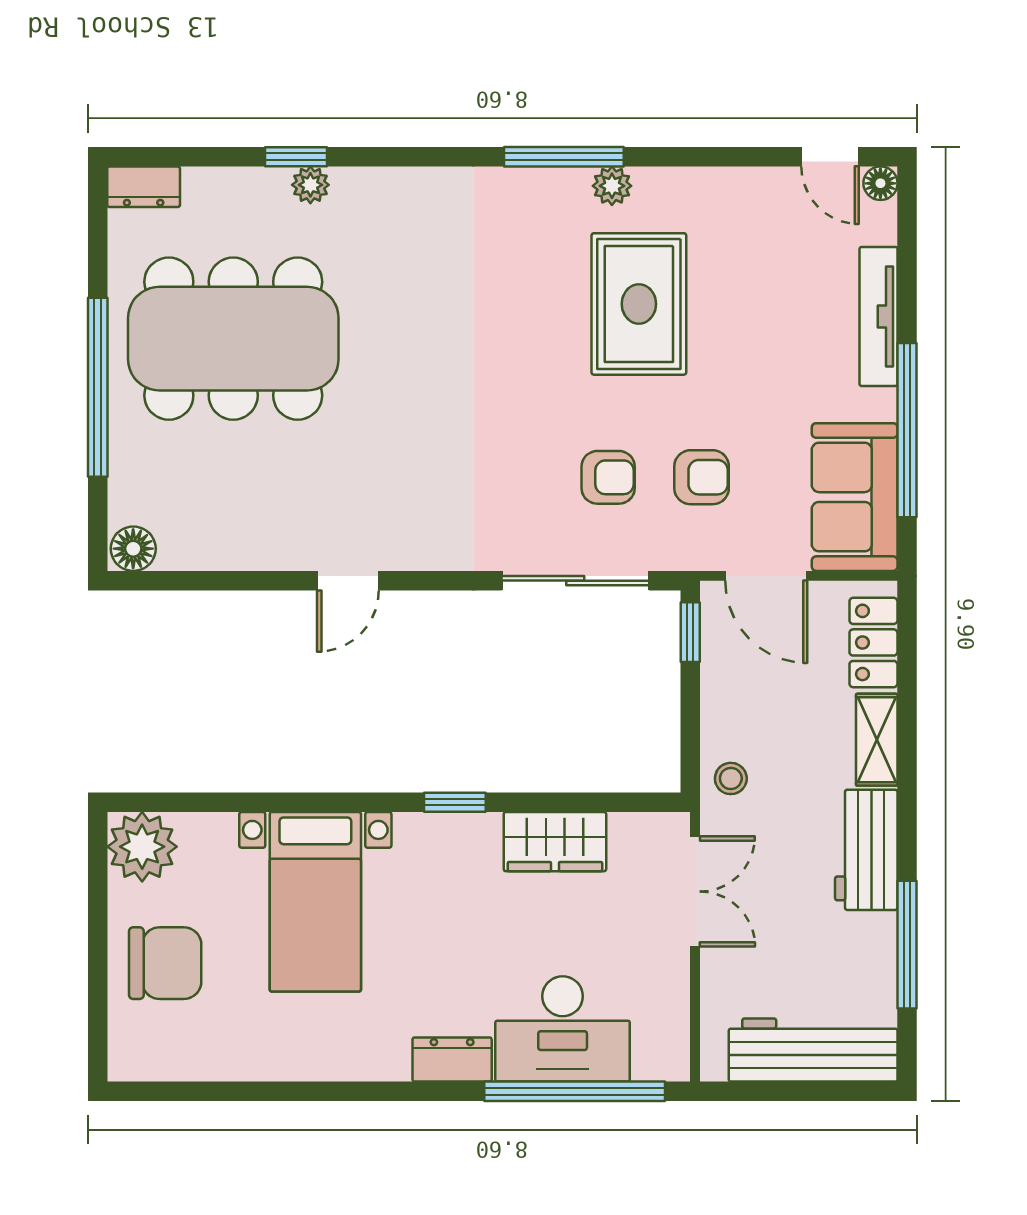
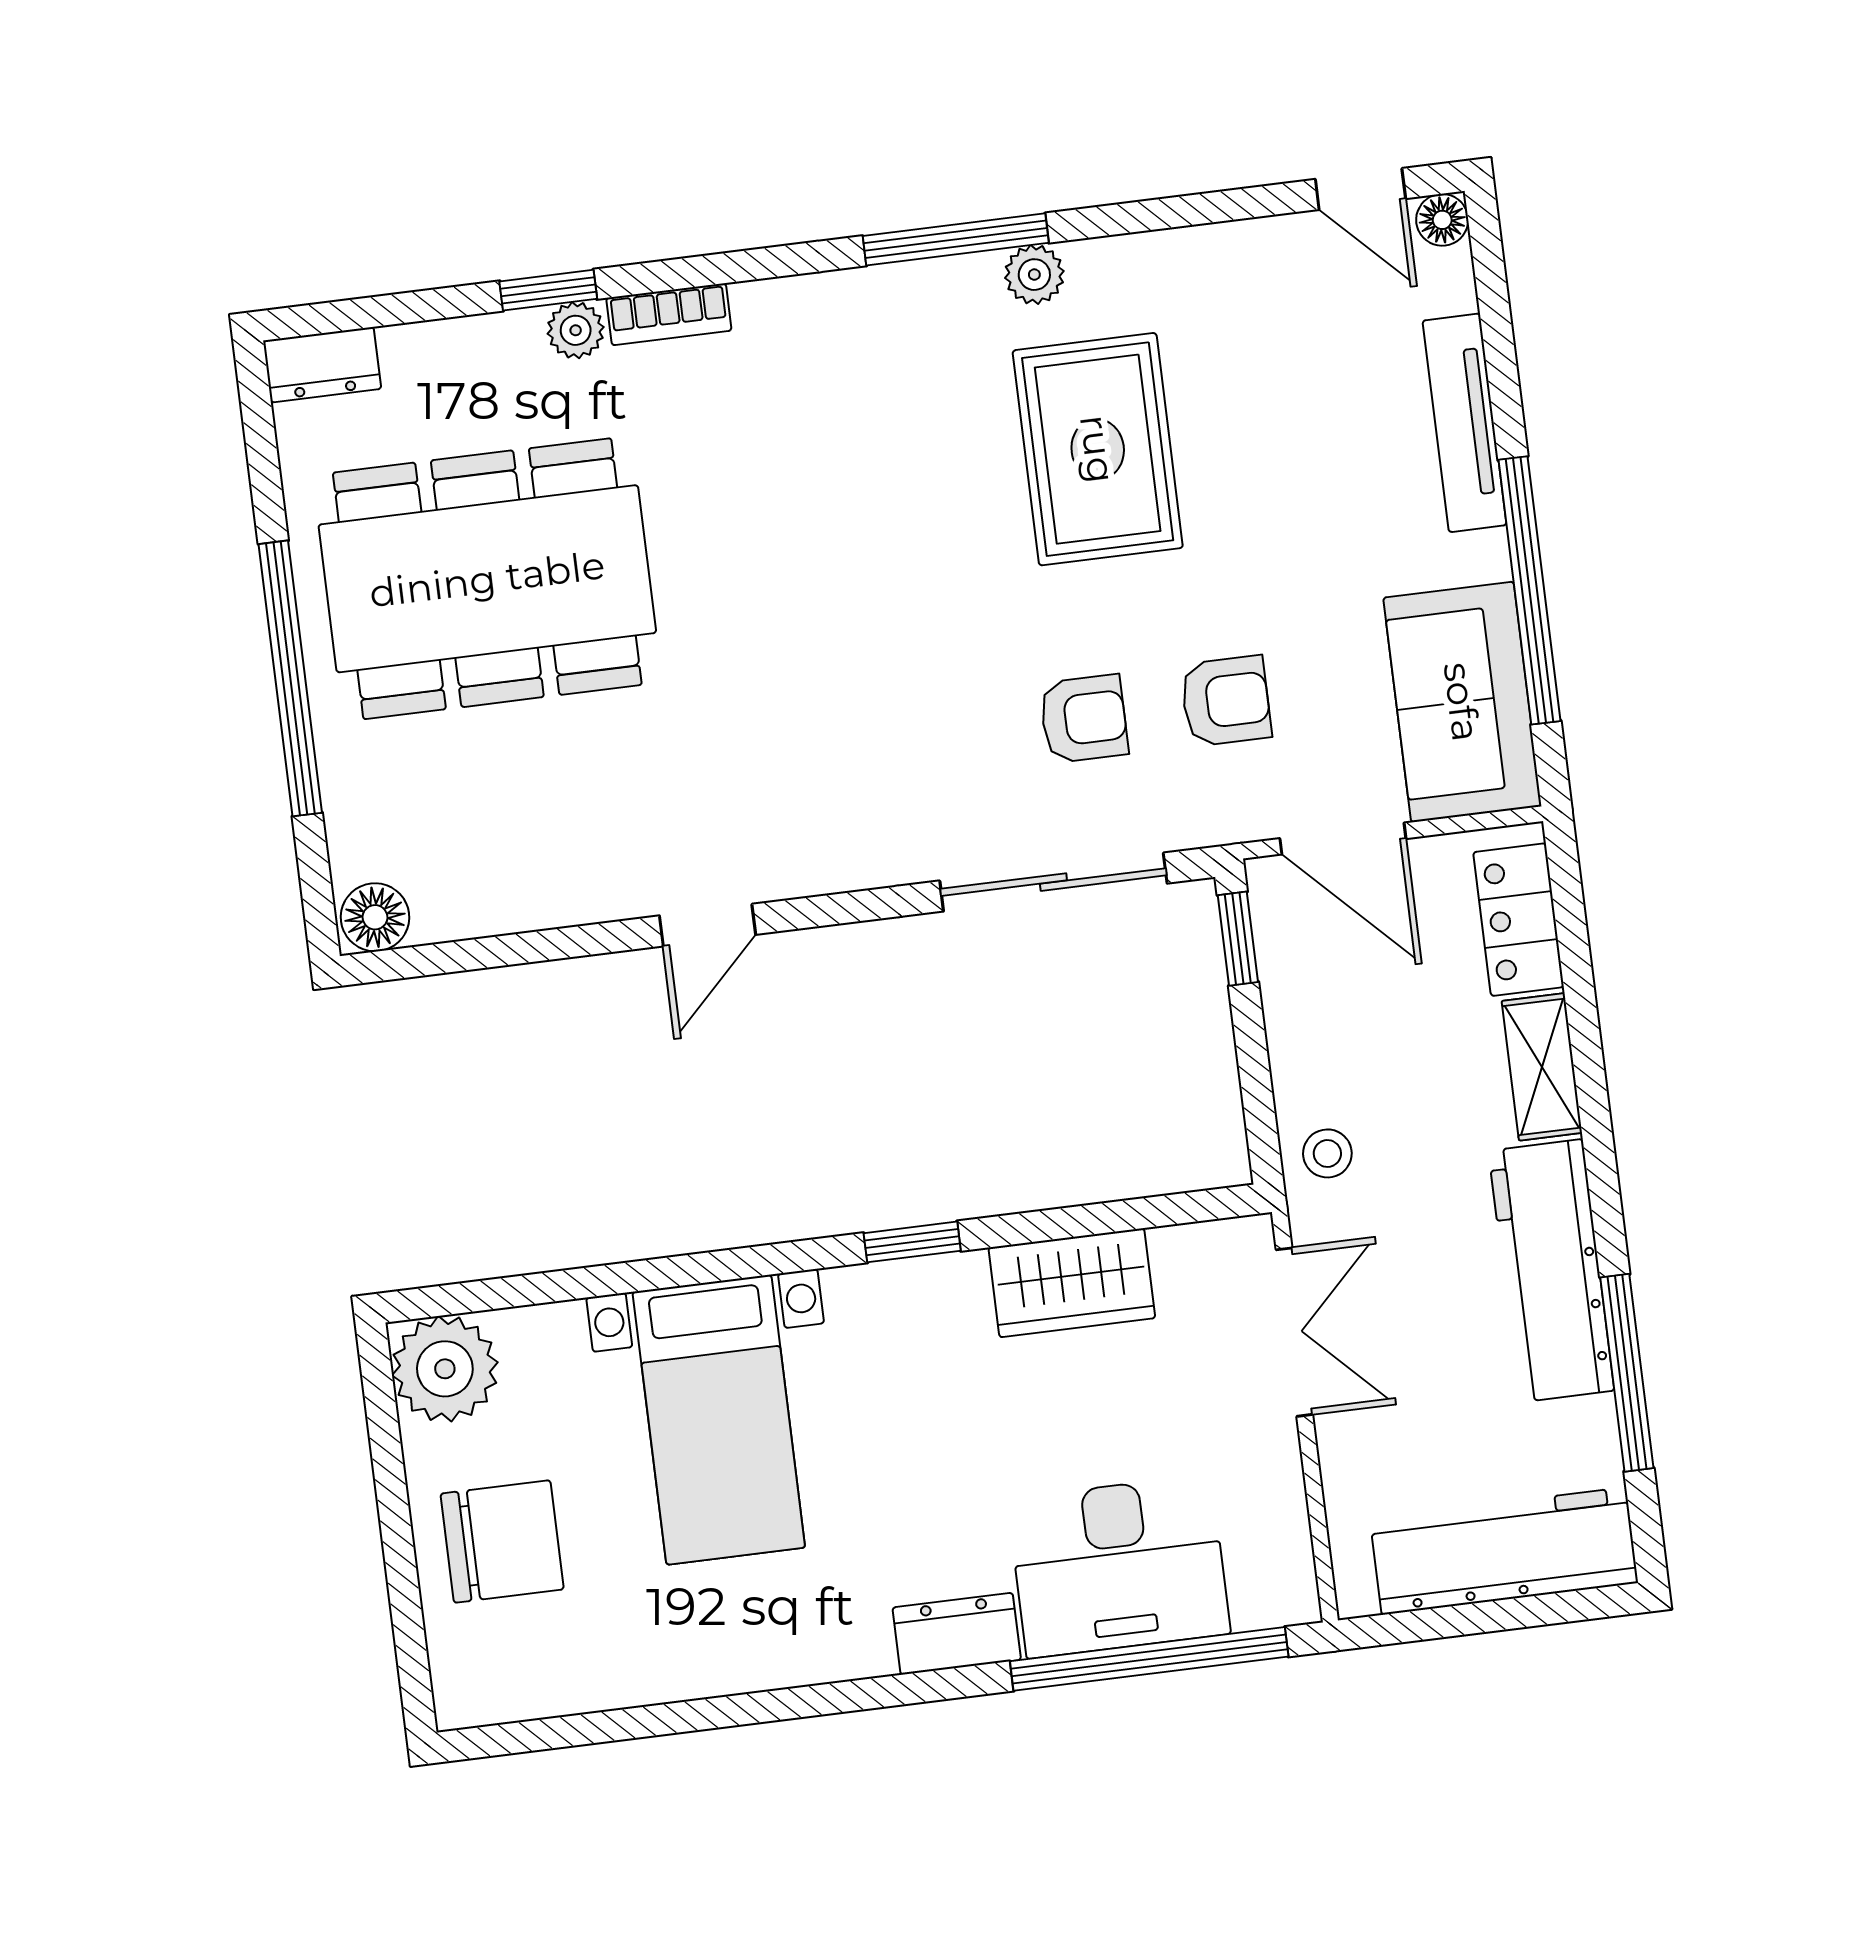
bookcase: (372, 182) -> (669, 314), added
workbench: (866, 850) -> (1551, 1271), width x1.37

